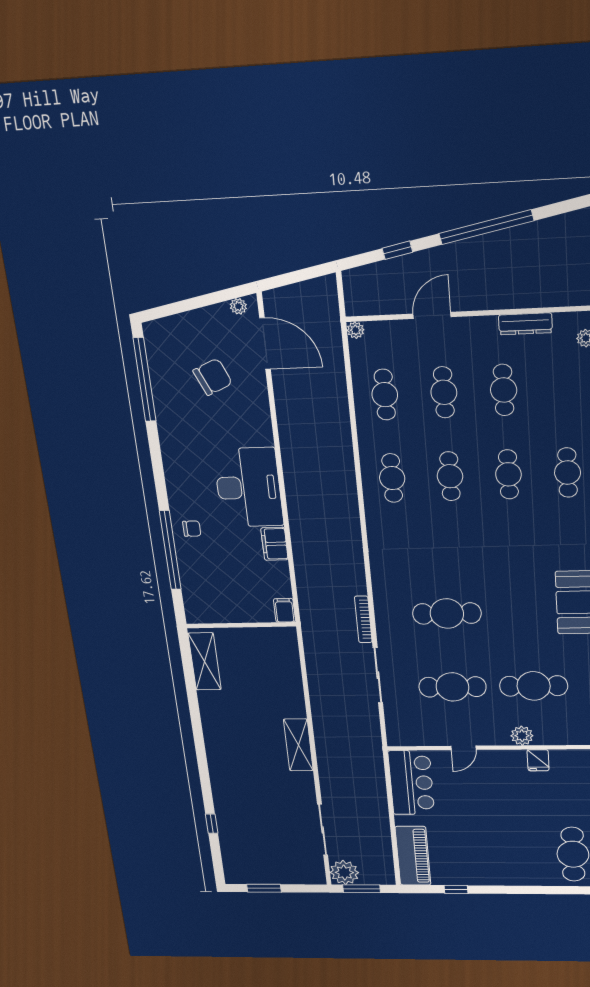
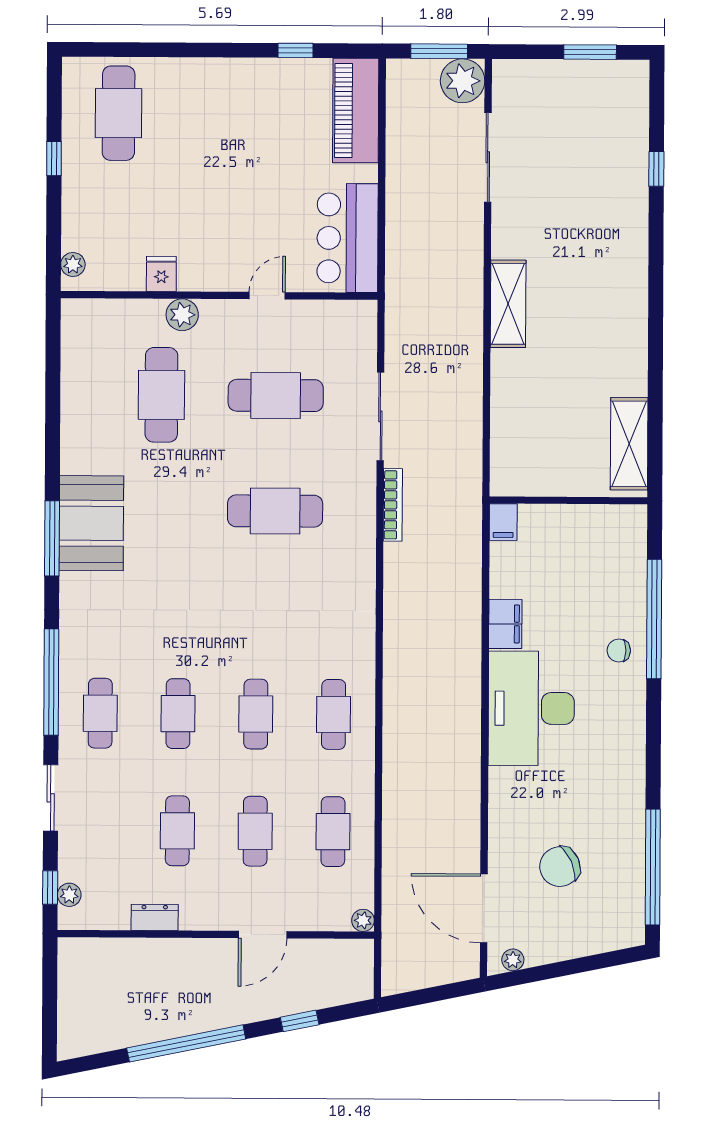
dresser: (525, 324) -> (155, 917), width x0.70
cafe table: (534, 686) -> (161, 395), turned 90

